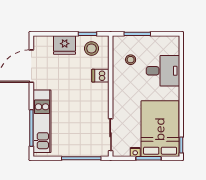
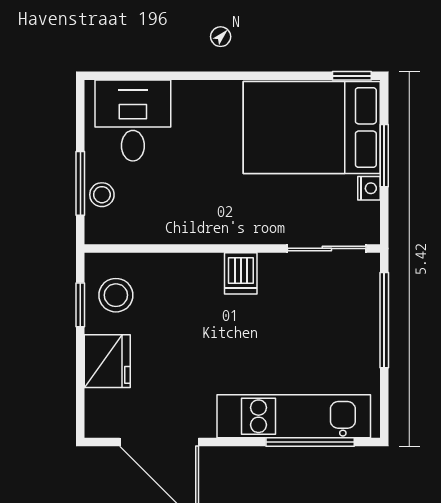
stool: (131, 60) -> (102, 195), moved
desk: (163, 71) -> (133, 121), moved
dishwasher: (100, 76) -> (241, 273), moved

